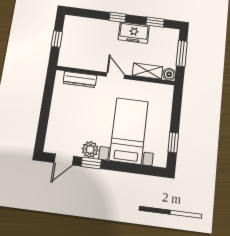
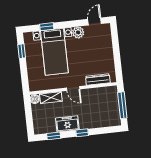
window: (57, 39) -> (122, 105), width x2.17
window: (182, 53) -> (29, 117), removed
window: (91, 163) -> (47, 27), moved

